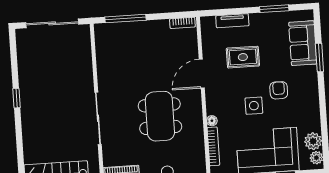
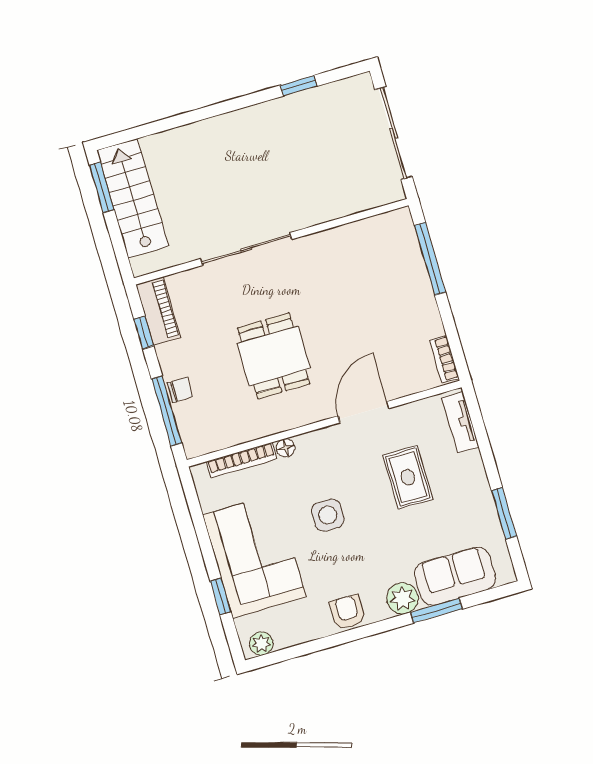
tv unit: (232, 21) -> (460, 422), moved
door: (202, 74) -> (364, 412), hinge flipped
armchair: (279, 90) -> (347, 612), moved, turned -90
window: (17, 98) -> (299, 86), moved
dining table: (160, 116) -> (274, 356), width x0.73
plant: (313, 141) -> (402, 598), moved

